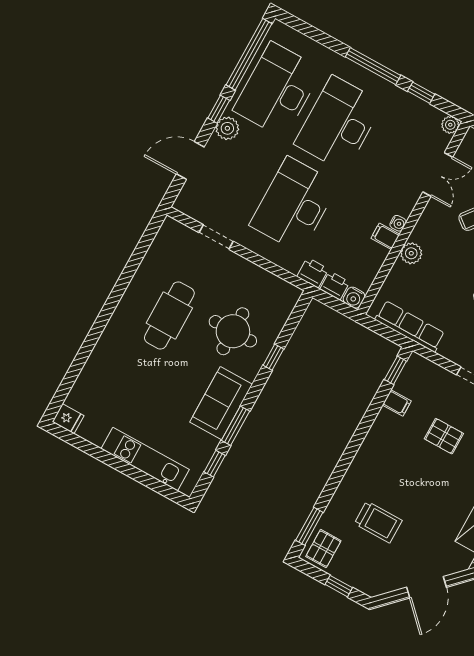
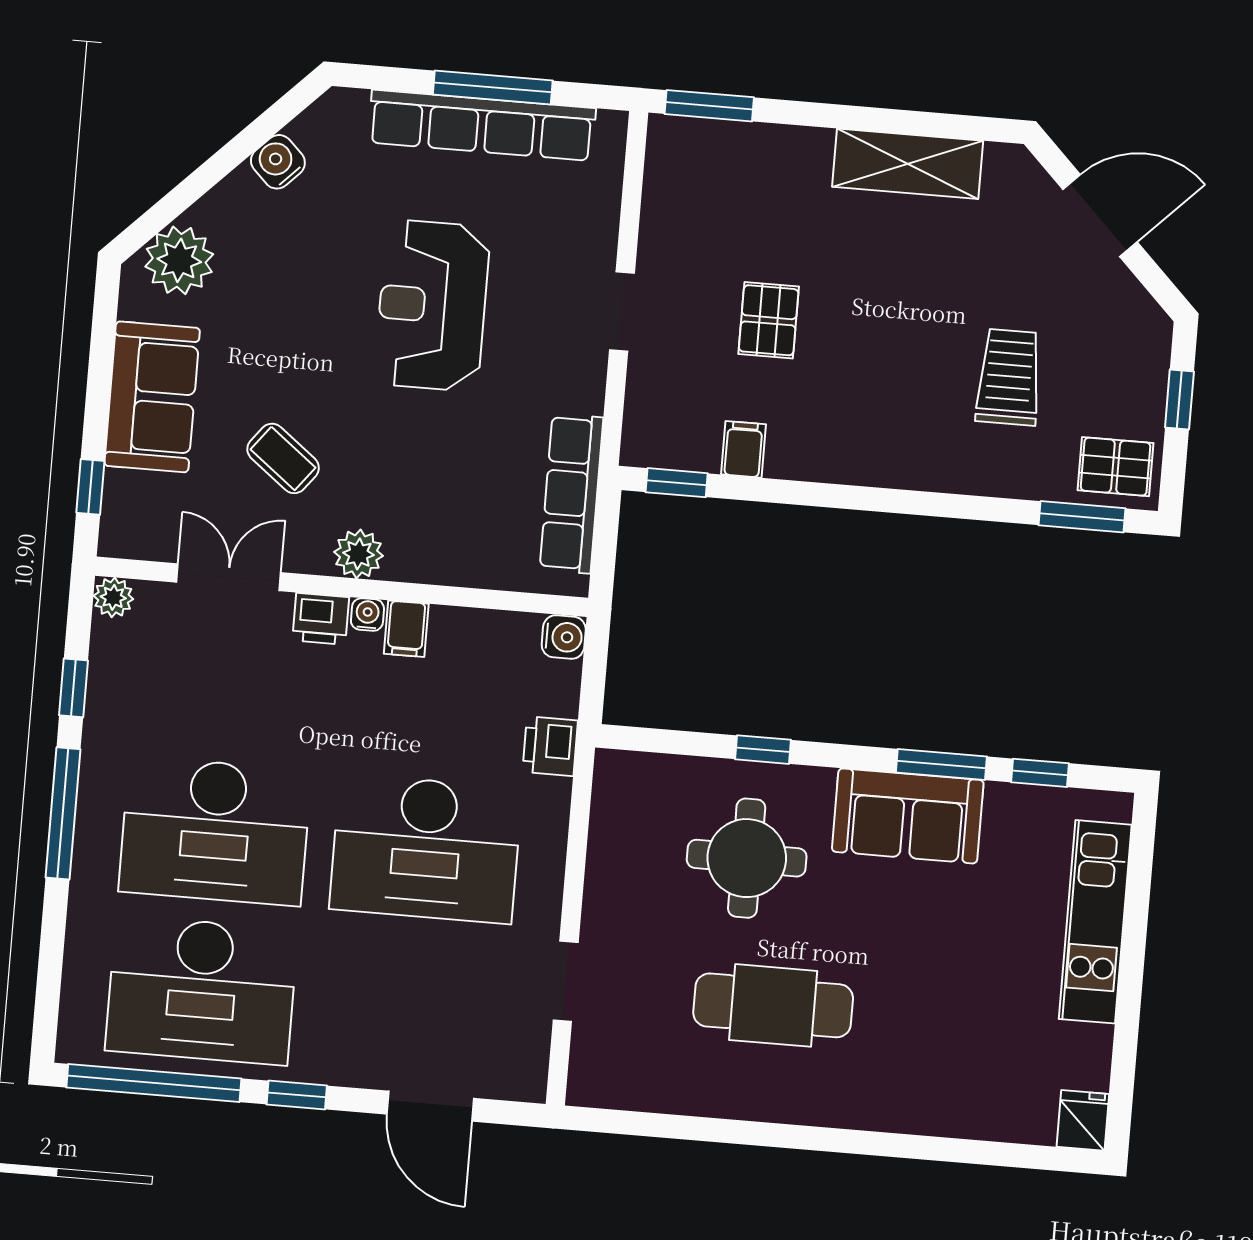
plant: (227, 128) -> (329, 1059), removed
plant: (411, 253) -> (358, 554), moved
printer: (335, 286) -> (321, 619), moved, turned -90

